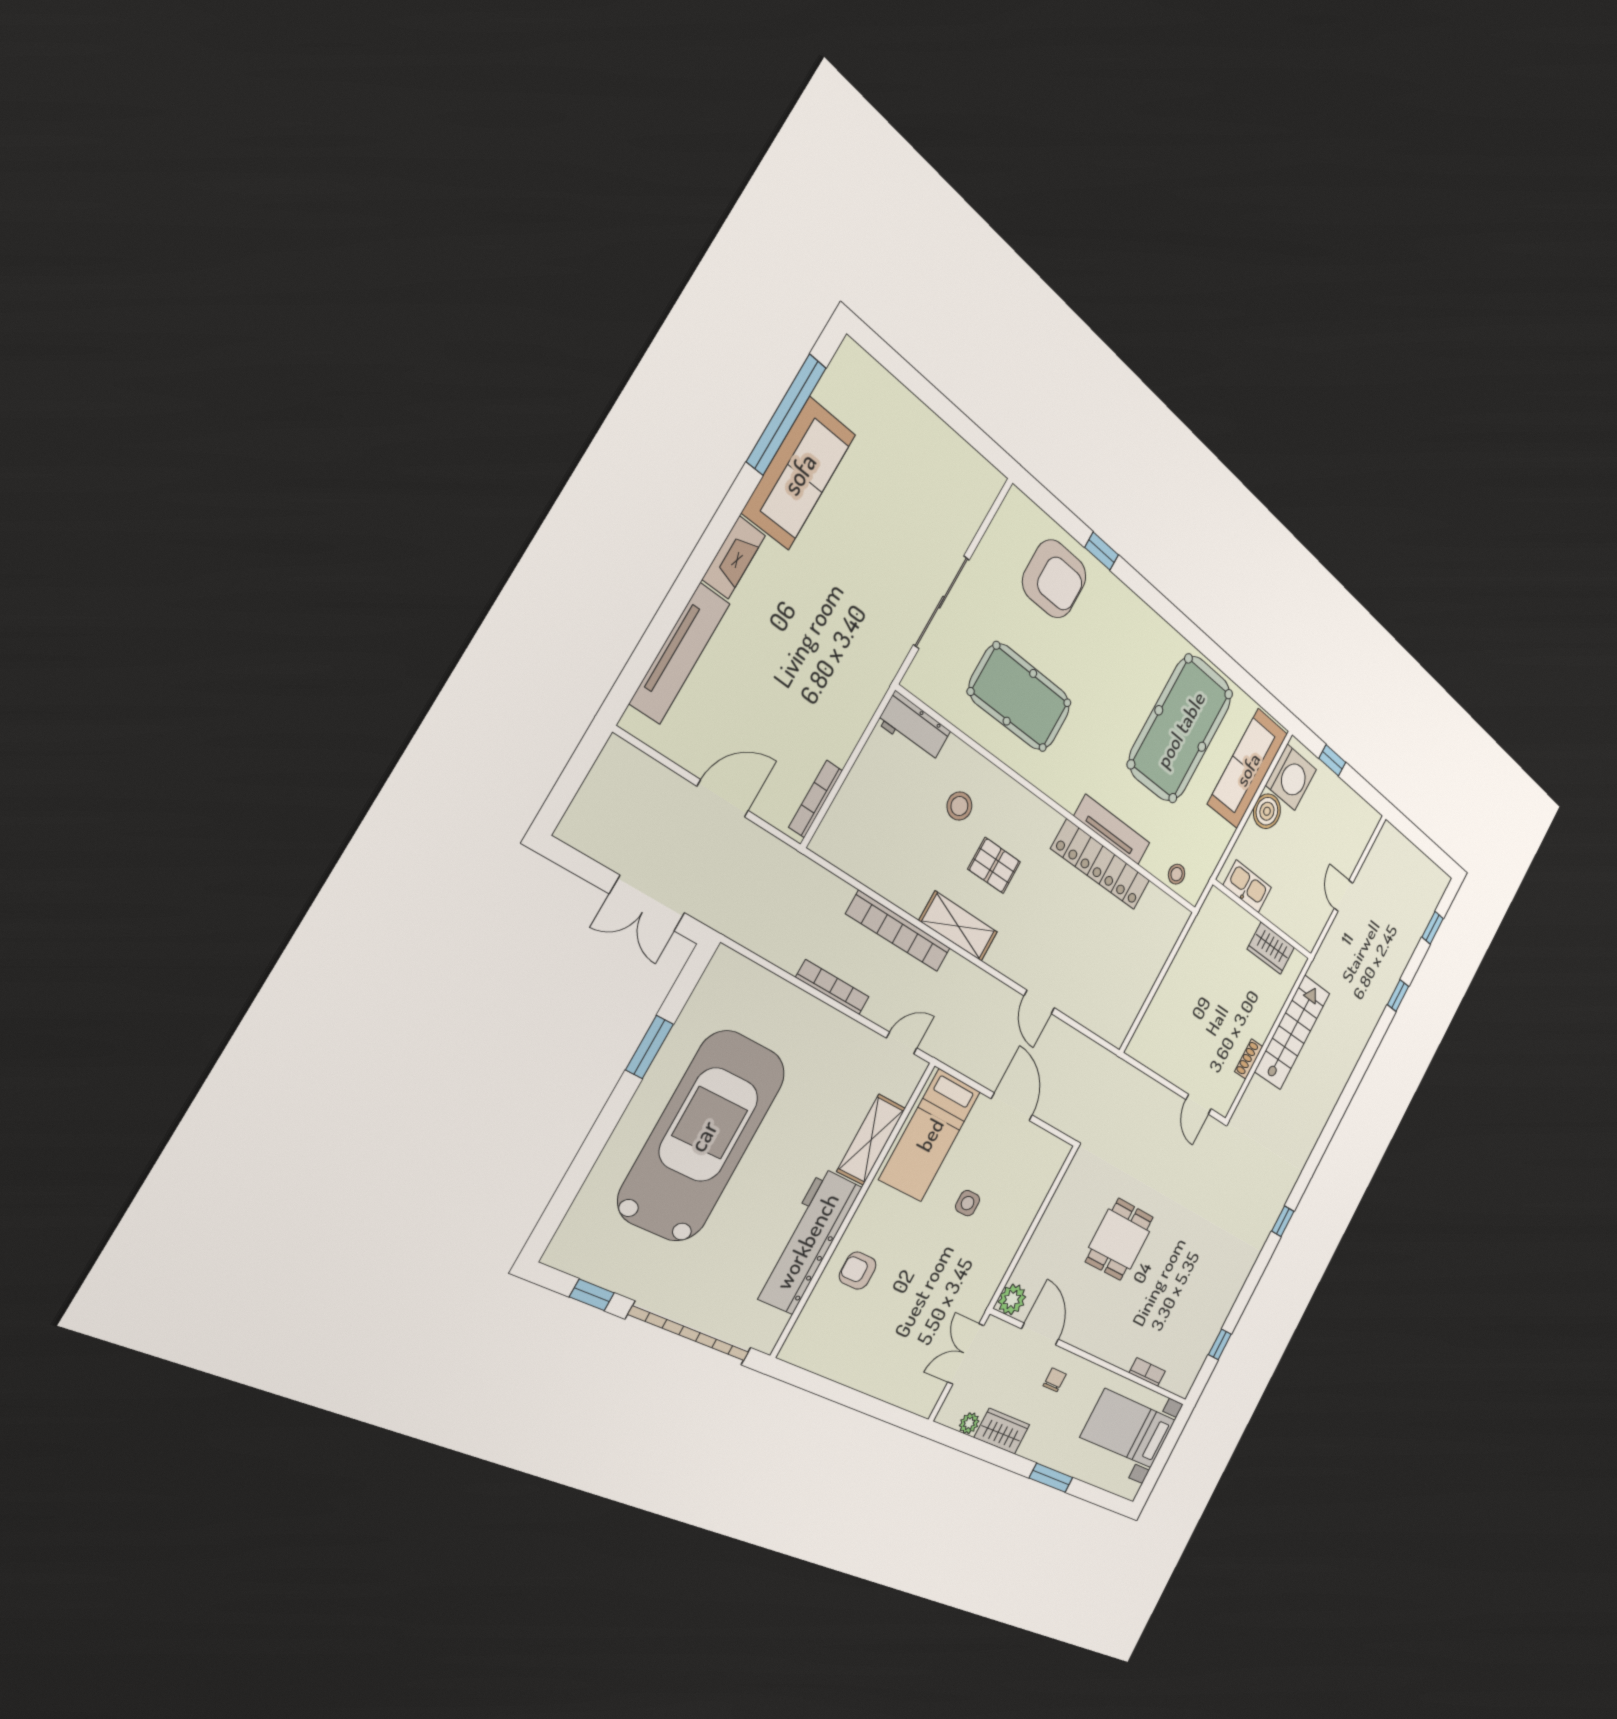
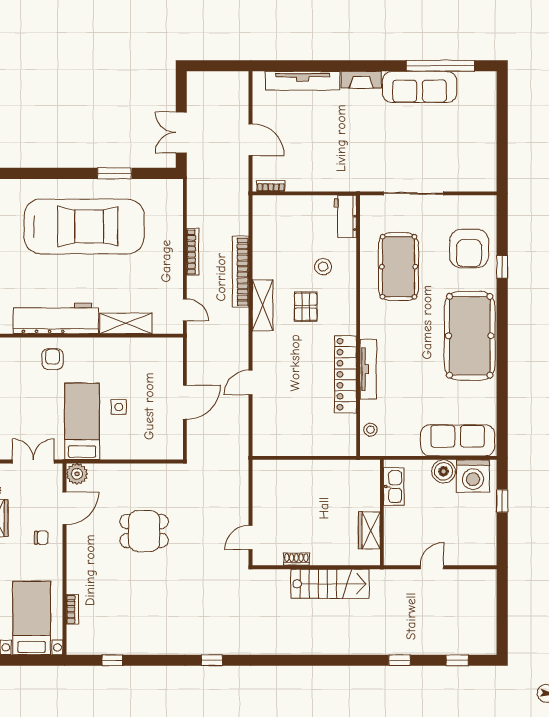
pool table: (1181, 729) -> (470, 336), moved, turned 90
bookcase: (816, 799) -> (271, 186), width x0.64
bed: (930, 1135) -> (82, 421), moved, turned 90

